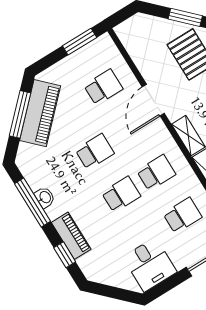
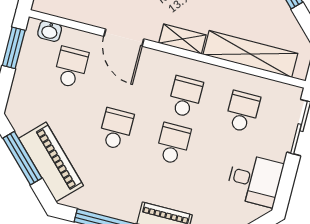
piano: (40, 113) -> (51, 162), moved
washbasin: (45, 197) -> (50, 31), moved, turned 180

